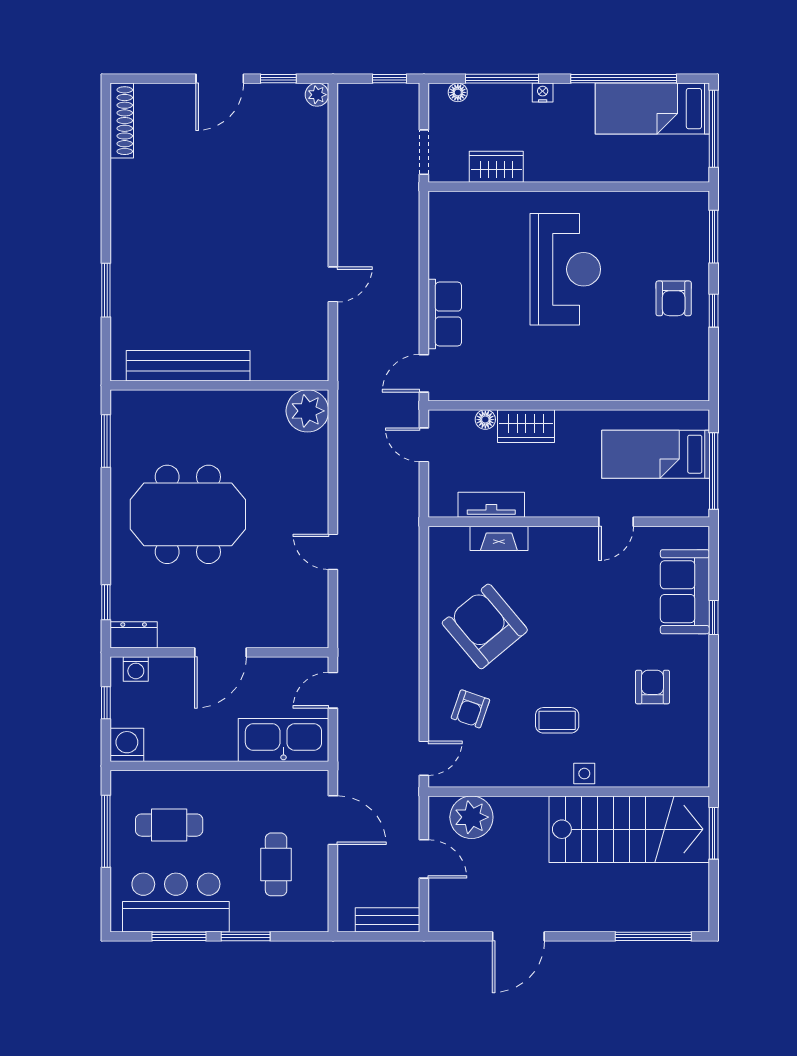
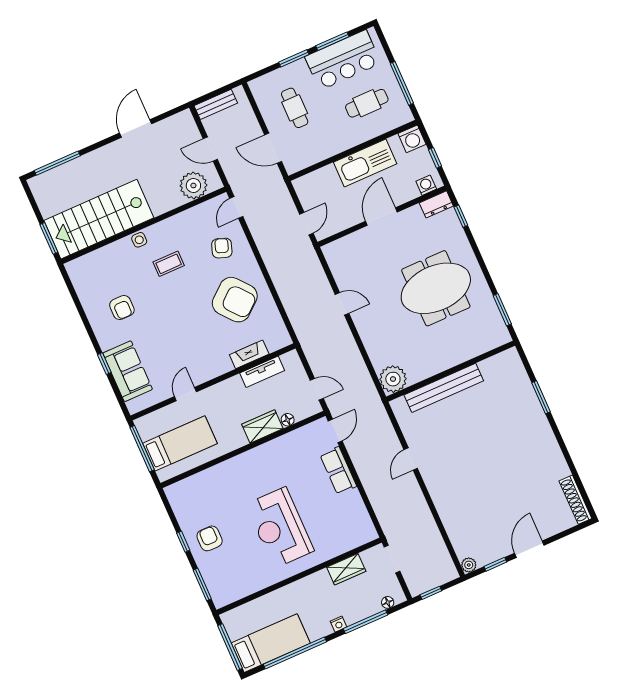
bench: (188, 366) -> (444, 388), moved
kitchen sink: (283, 740) -> (365, 163), moved

